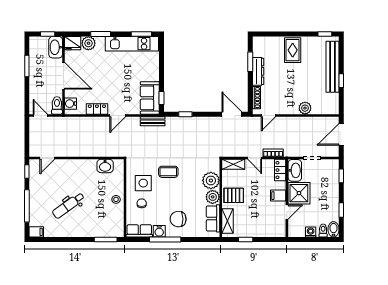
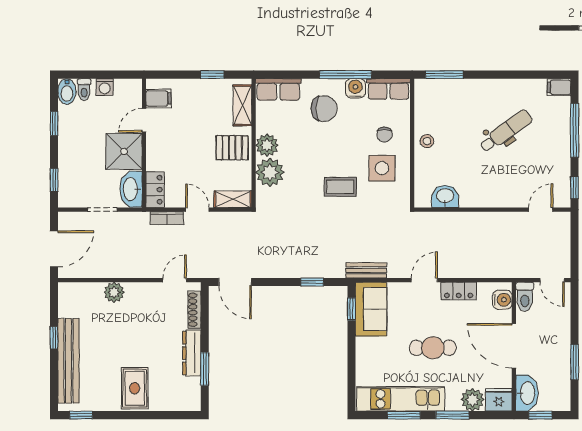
window: (141, 34) -> (404, 415), moved
cafe table: (113, 75) -> (433, 348), added
filing cabinet: (278, 196) -> (159, 98), moved
row of seats: (213, 218) -> (278, 89), moved, turned 90

